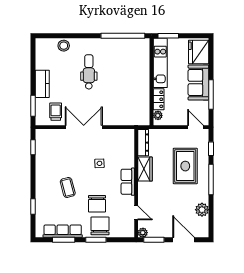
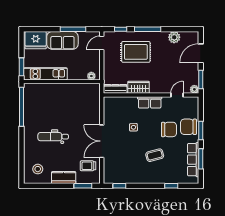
stool: (64, 46) -> (38, 169), moved
locker: (159, 99) -> (77, 75), removed

